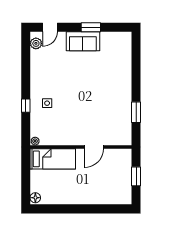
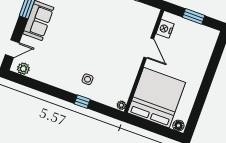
door: (50, 27) -> (12, 49), hinge flipped
nightstand: (116, 155) -> (165, 29), added
bed: (53, 159) -> (156, 98), width x2.04

